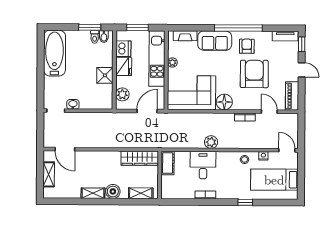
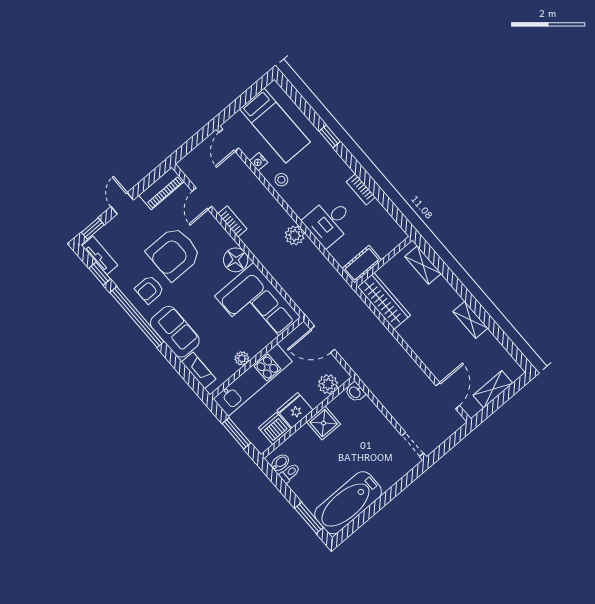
window: (90, 27) -> (309, 518), moved
window: (276, 28) -> (100, 274), added
washbasin: (73, 104) -> (355, 392), moved
boiler: (113, 191) -> (449, 299), removed

